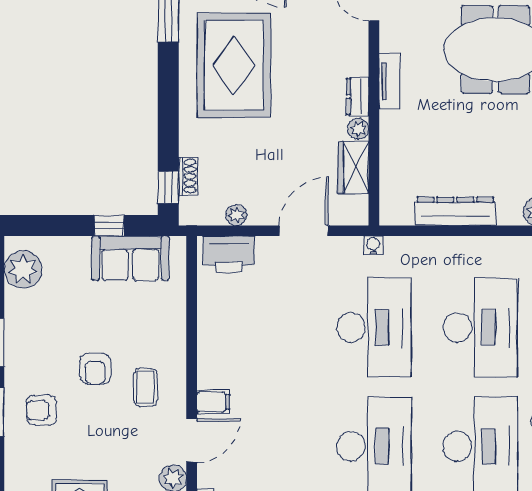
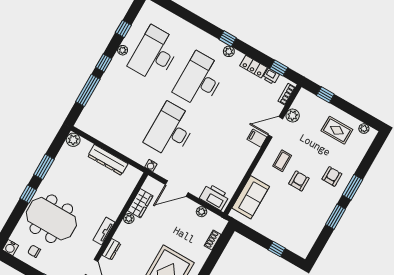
dresser: (358, 97) -> (111, 249), moved
window: (168, 187) -> (224, 240), removed
window: (109, 226) -> (277, 249), moved
sofa: (130, 258) -> (251, 197), moved, turned 90
plant: (23, 269) -> (305, 241), removed
desk: (480, 327) -> (125, 104), removed
armchair: (41, 410) -> (332, 176), turned -90

